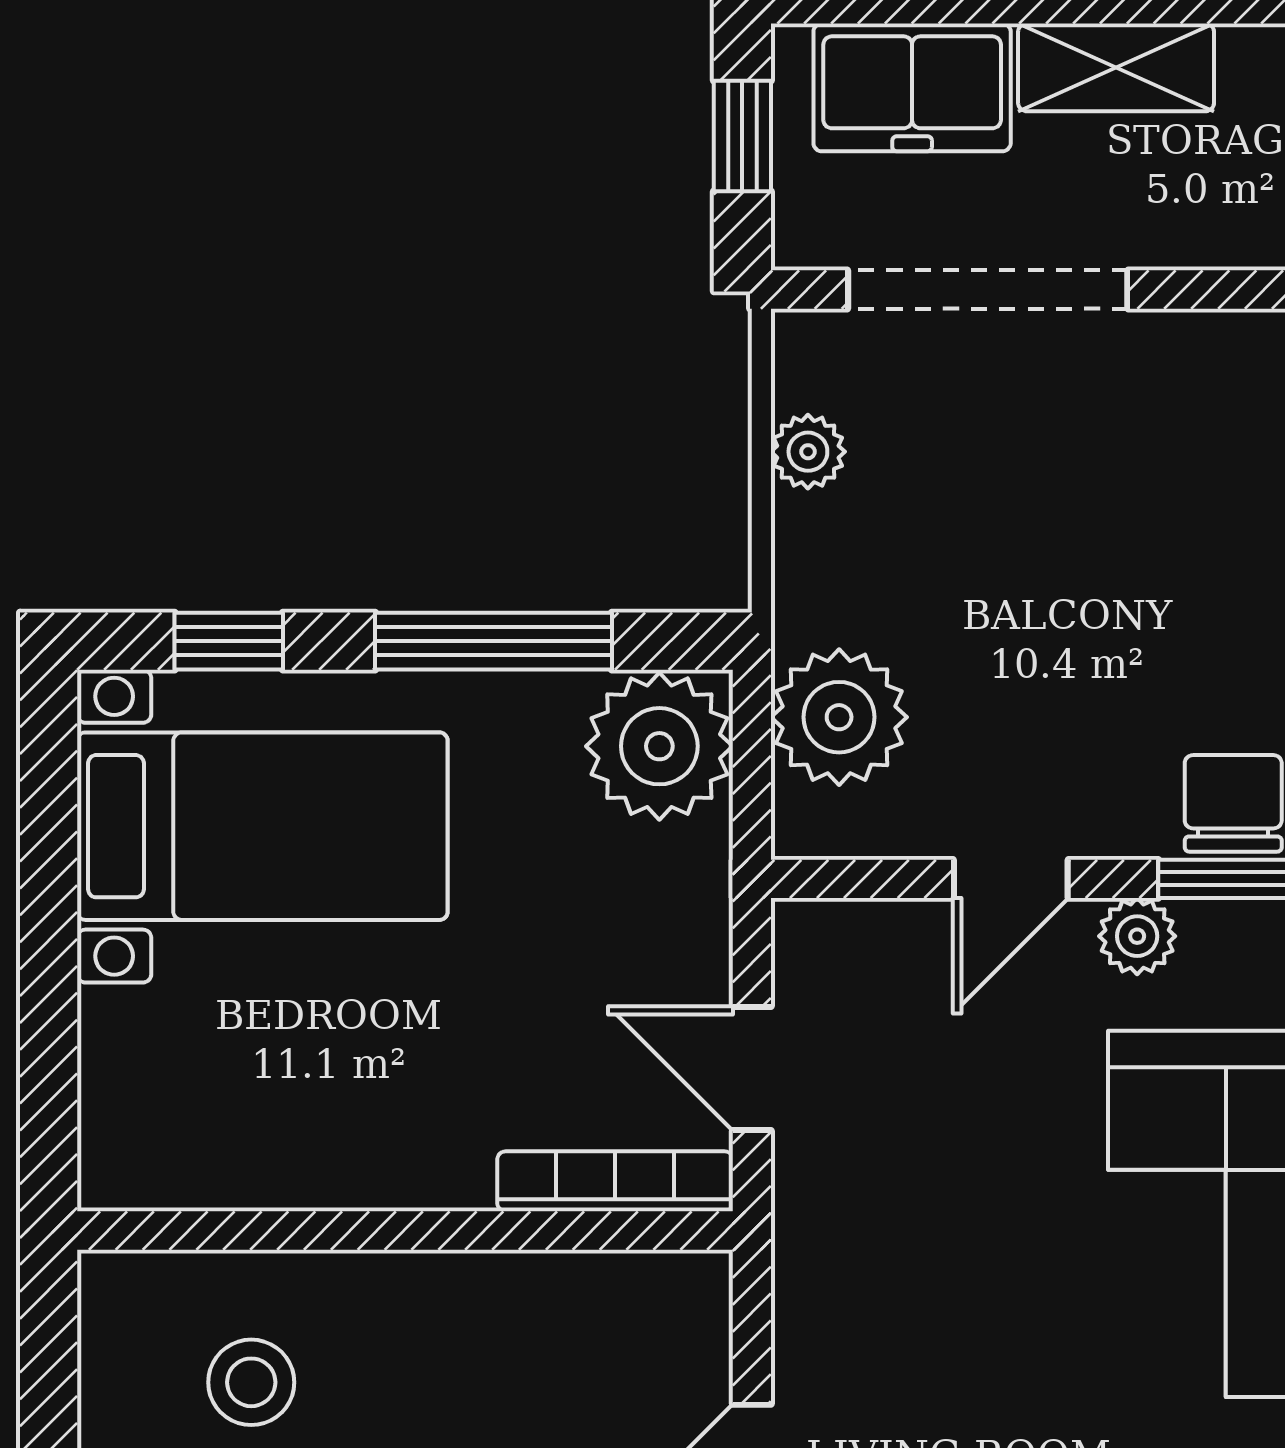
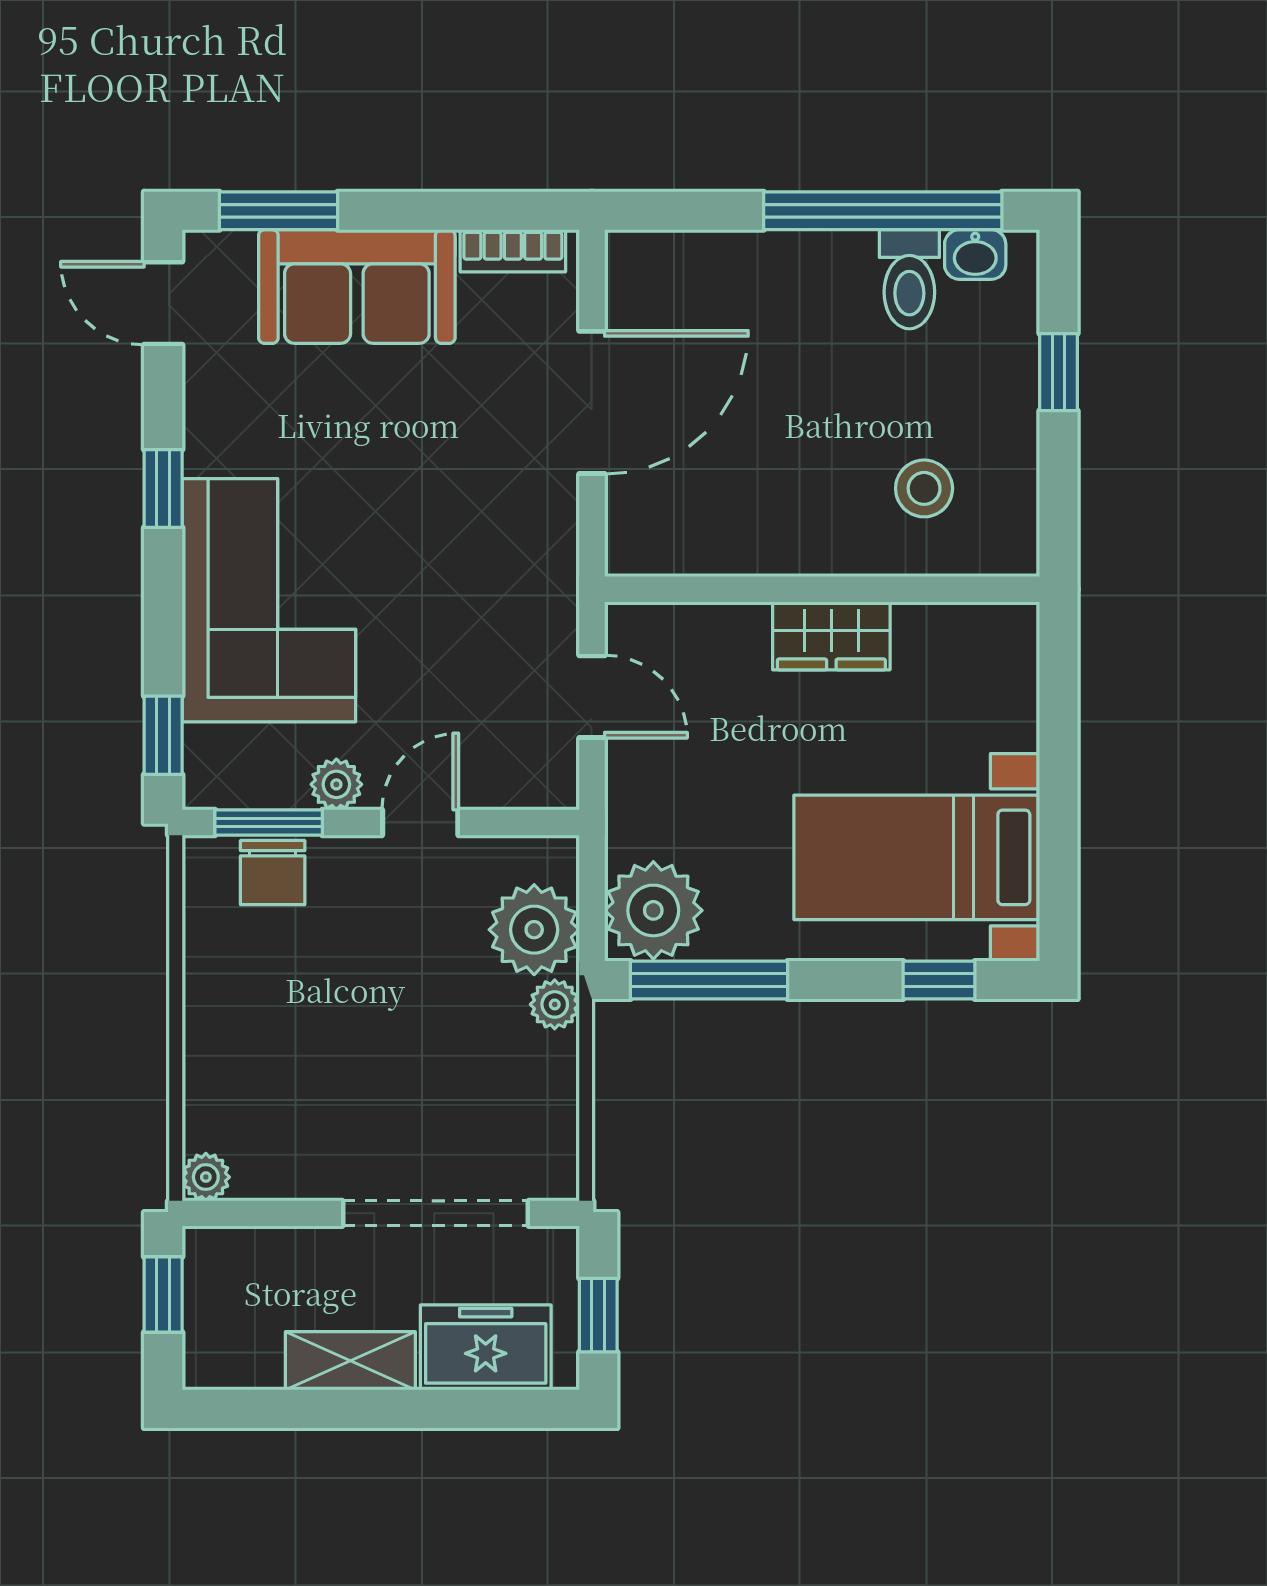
plant: (808, 452) -> (555, 1004), moved
window: (494, 641) -> (709, 980), moved
wardrobe: (391, 1160) -> (831, 636), added
bookcase: (615, 1181) -> (683, 622), removed

